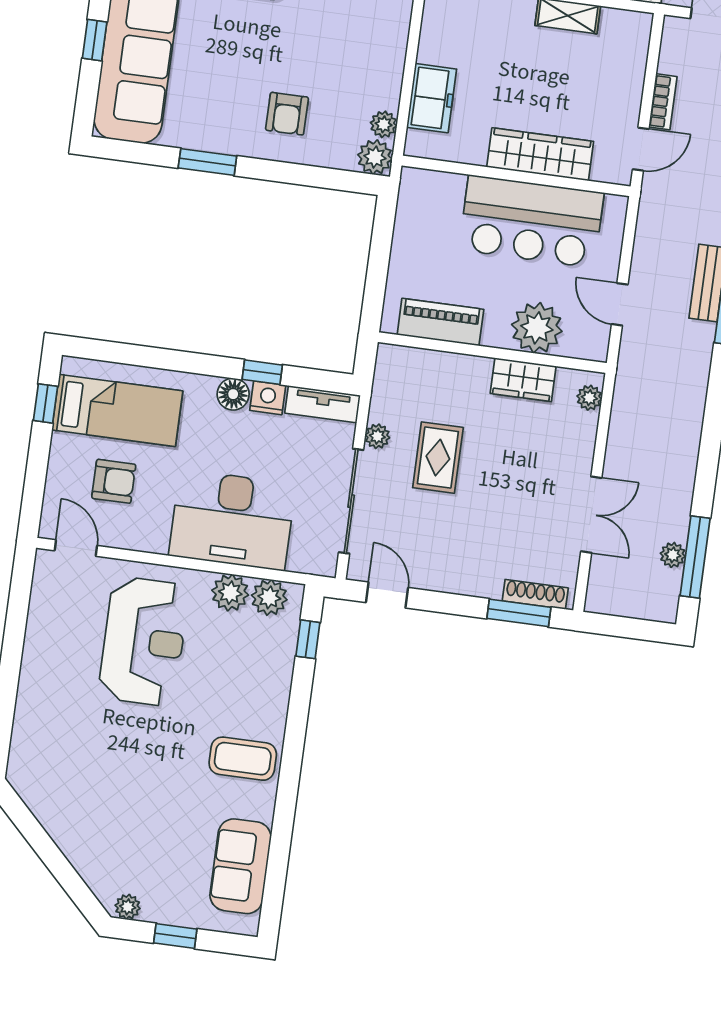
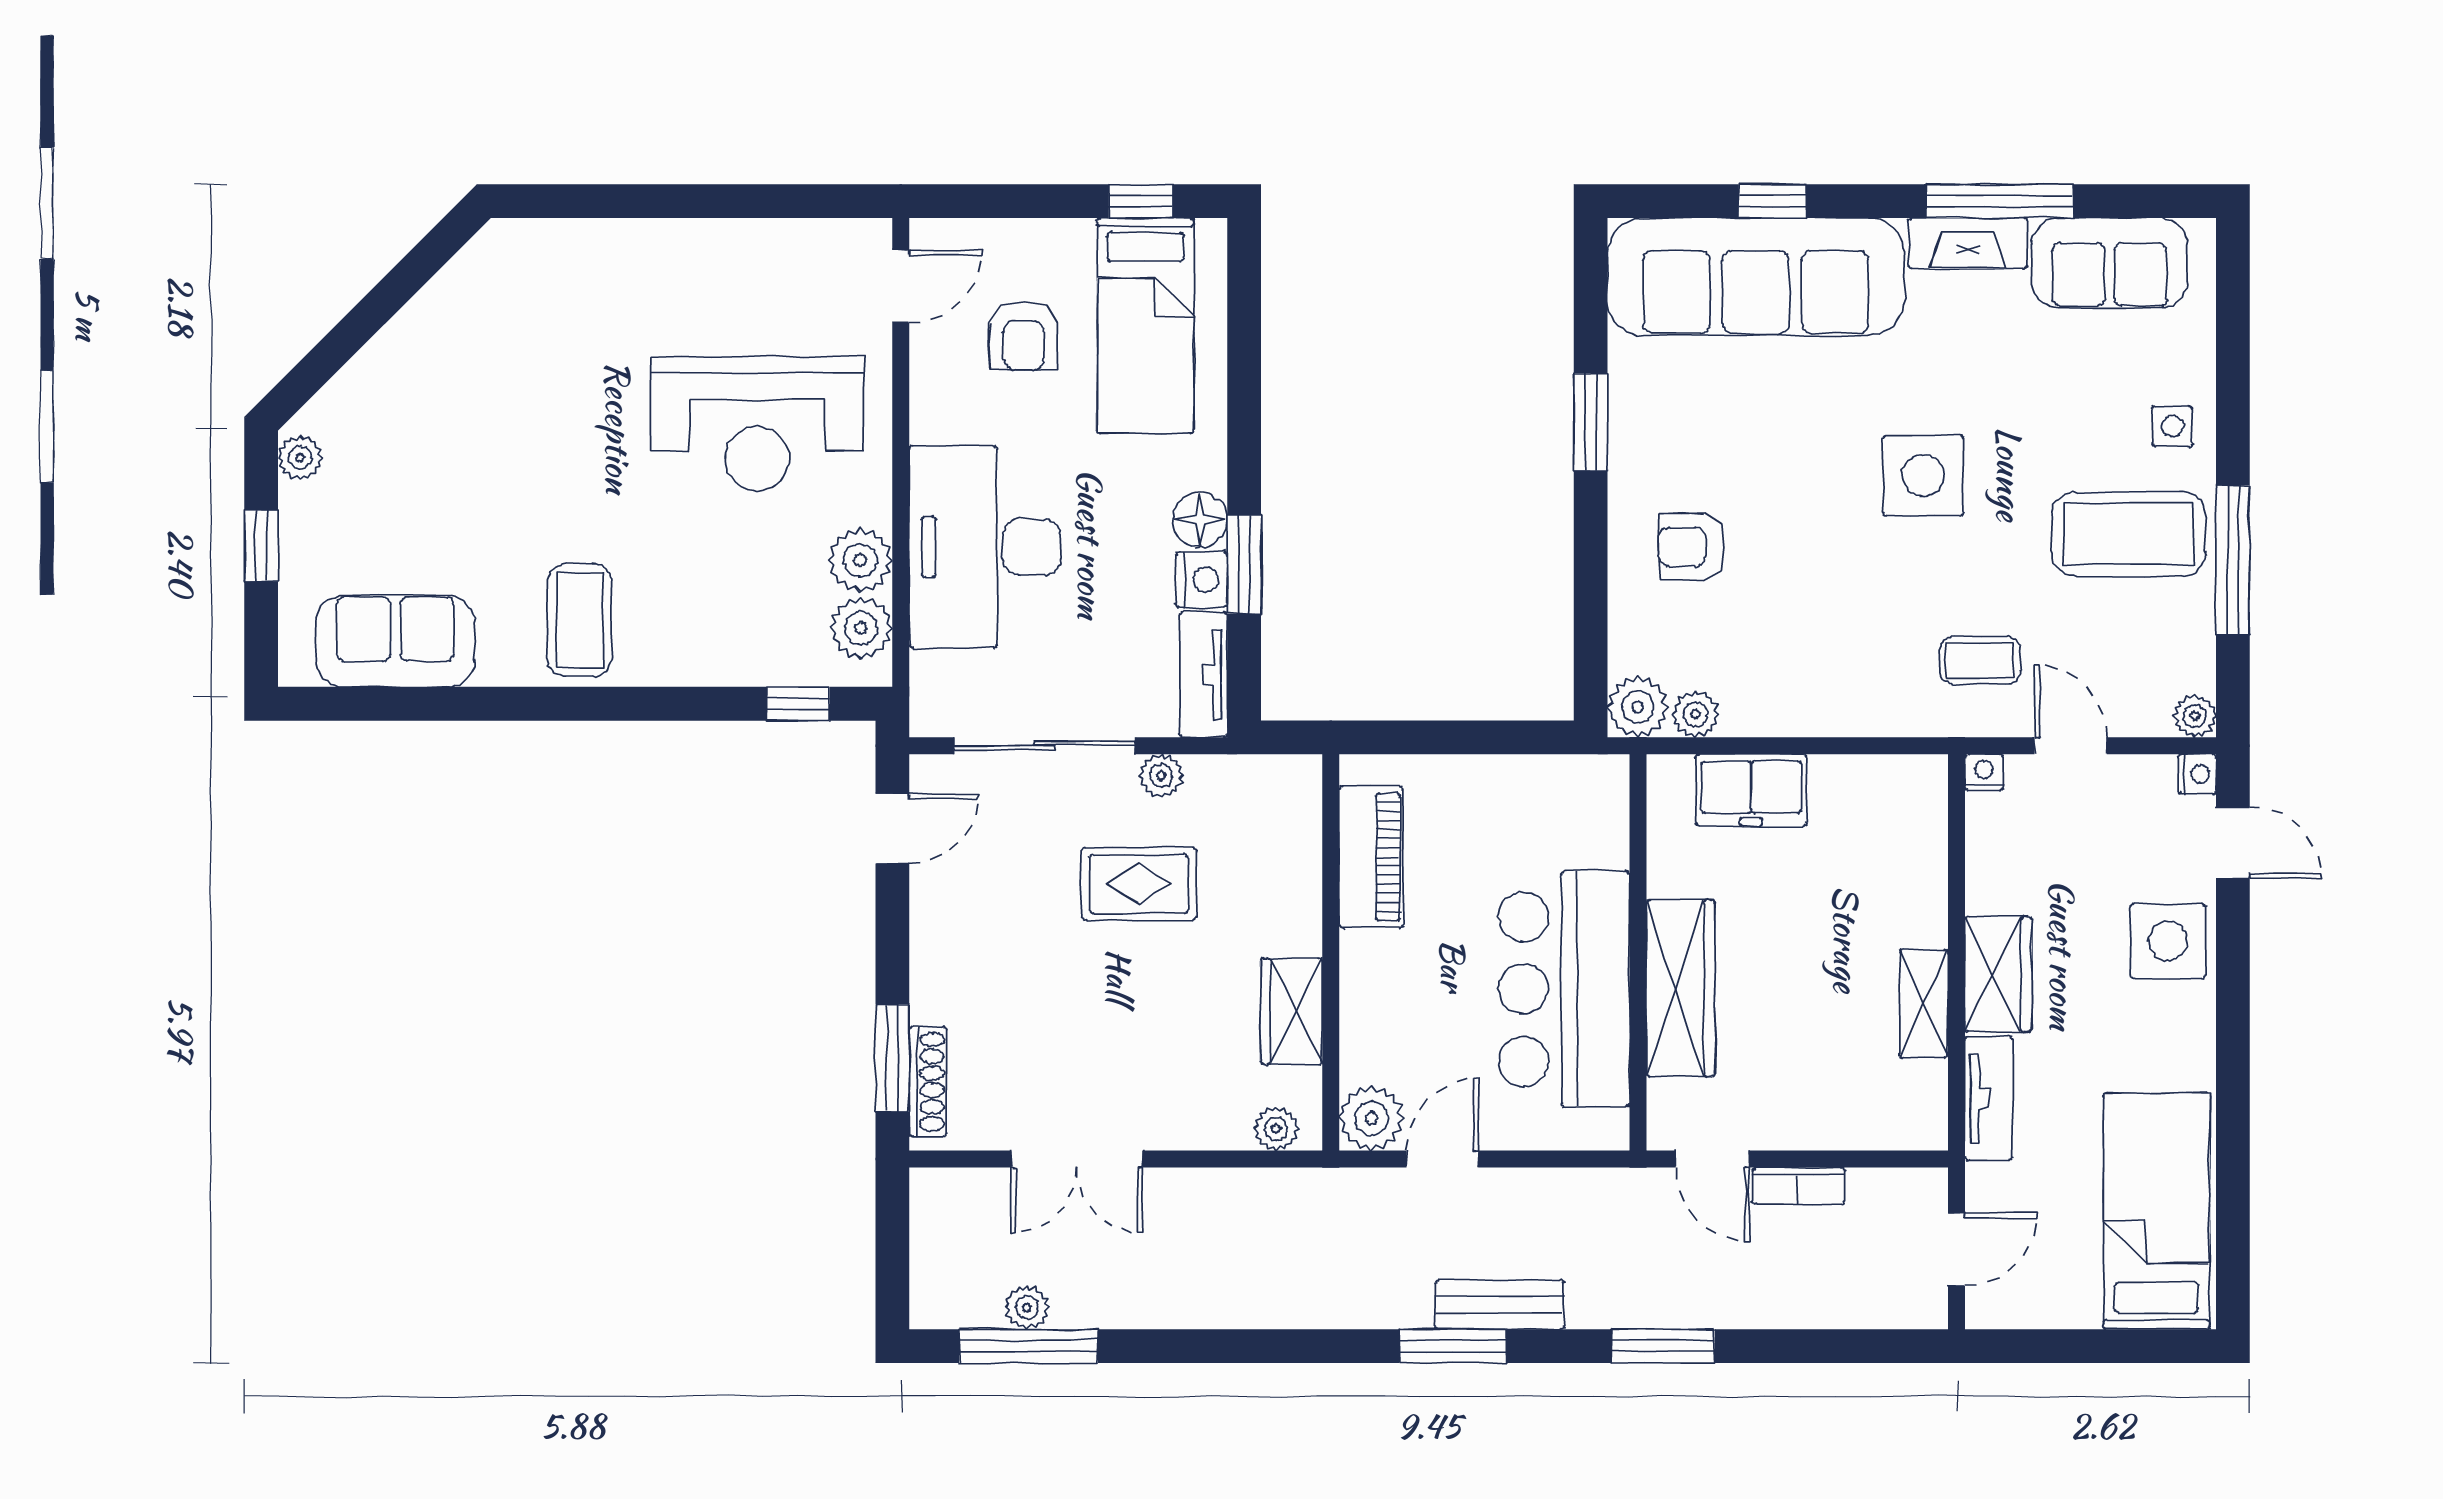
plant: (537, 328) -> (1372, 1118), moved, width x0.73, depth x0.73
window: (262, 372) -> (1244, 564), width x1.50

